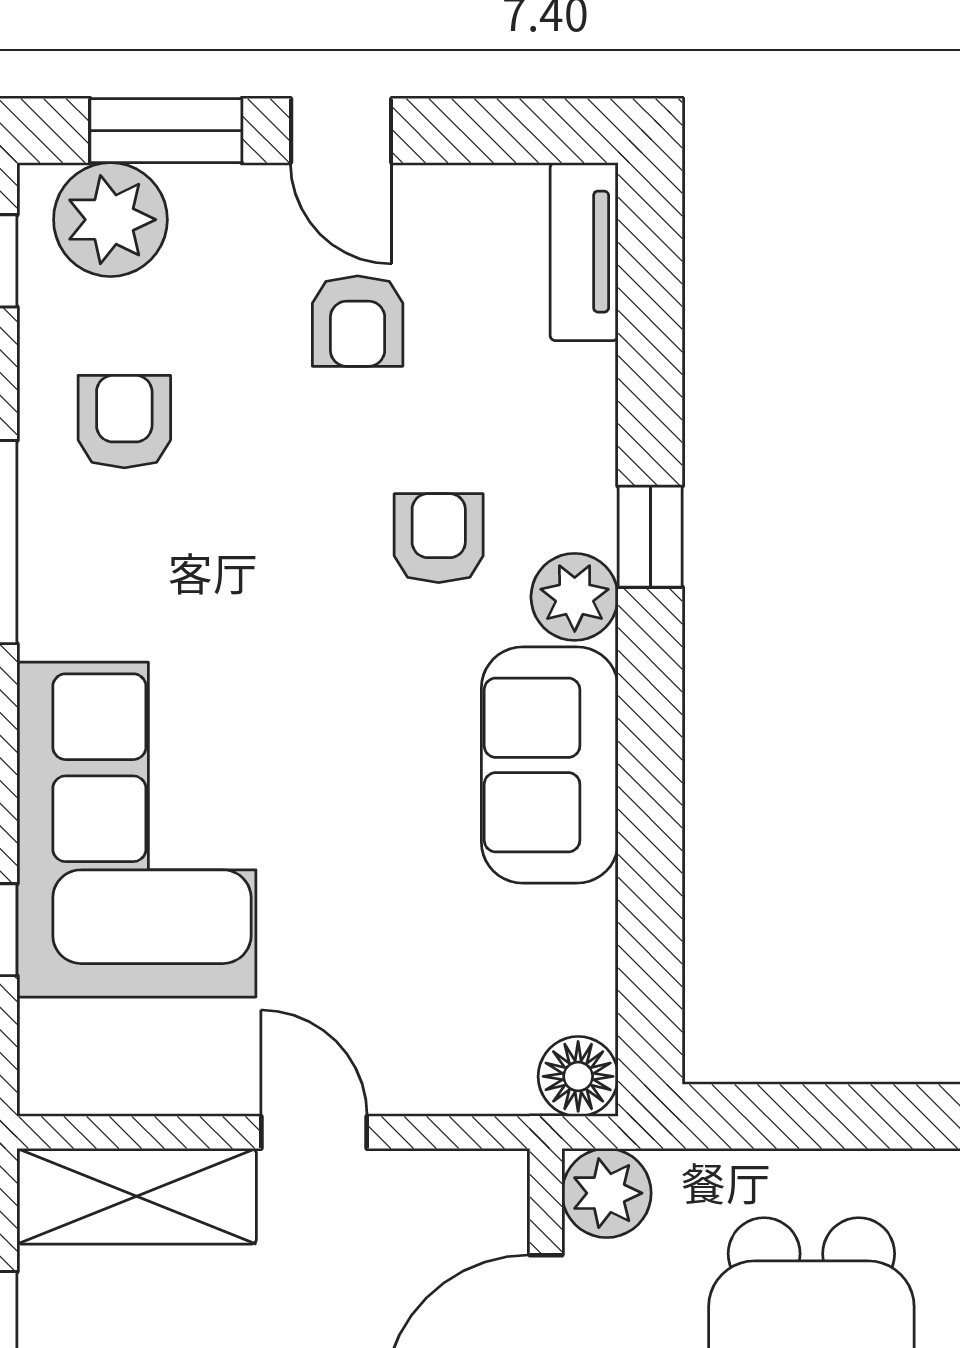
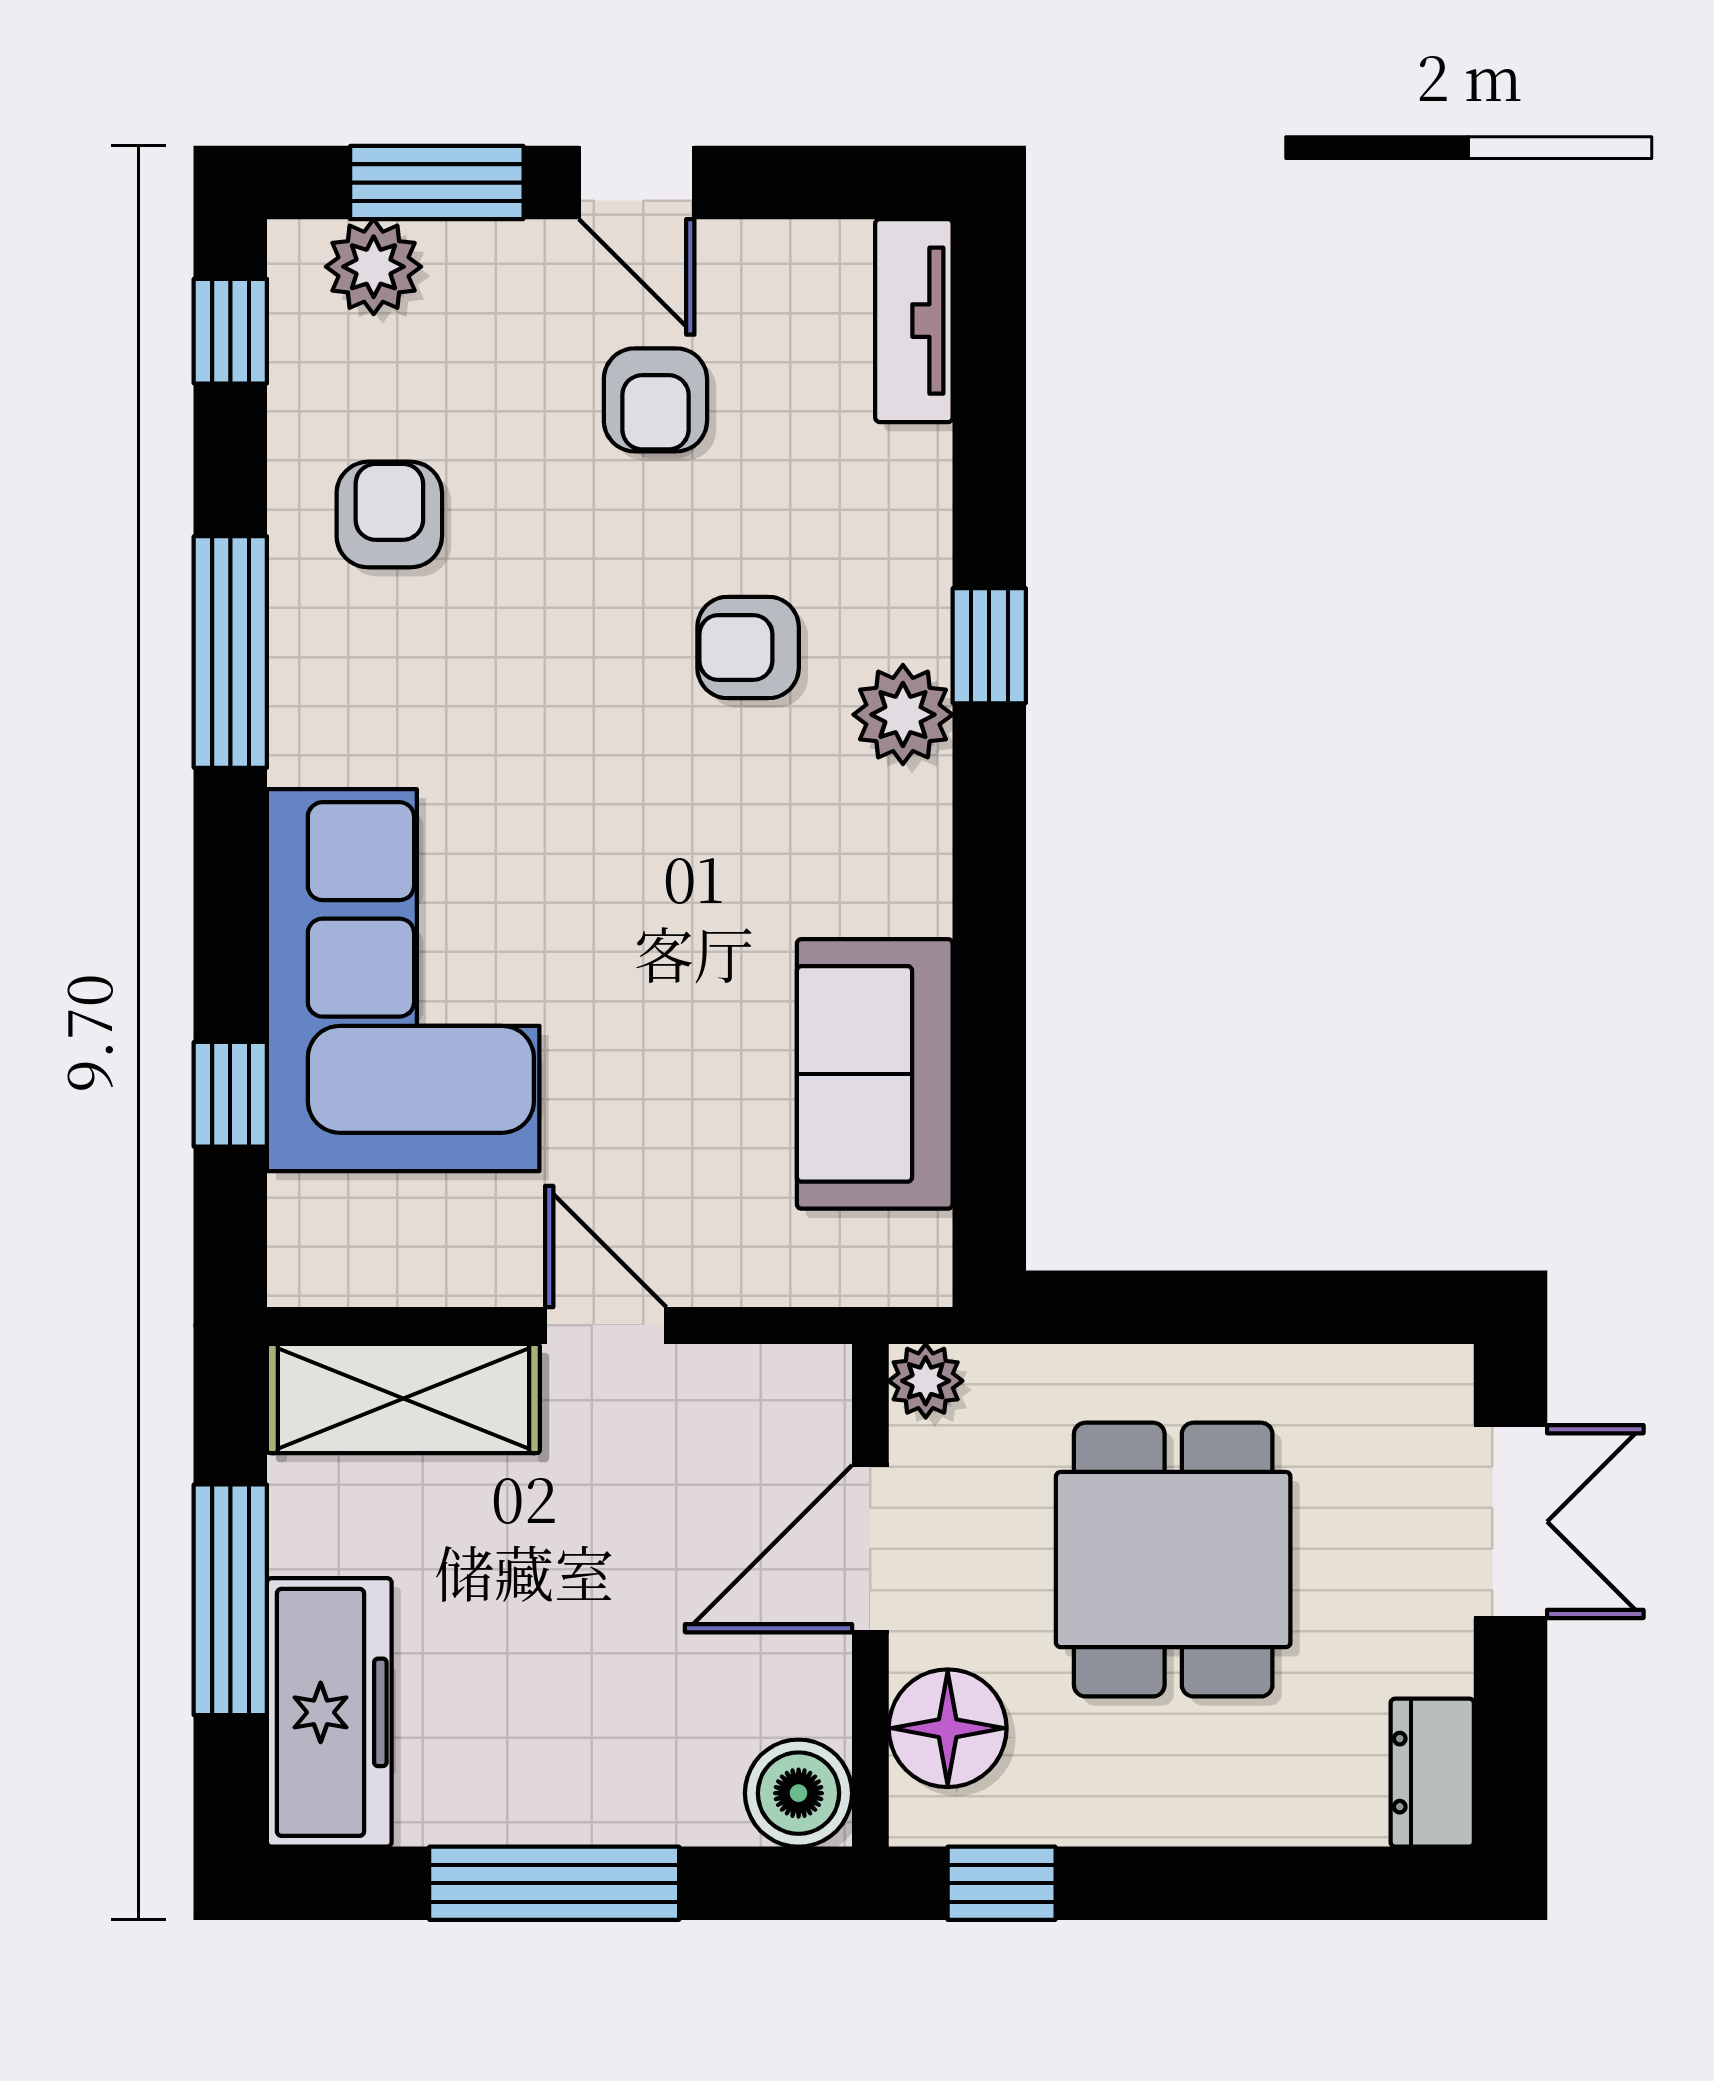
plant: (110, 220) -> (374, 267), width x0.73, depth x0.73
armchair: (439, 538) -> (748, 648), turned -90
sofa: (550, 765) -> (875, 1074), moved
floor lamp: (578, 1076) -> (907, 1262), removed
plant: (607, 1193) -> (926, 1381), width x0.73, depth x0.73

